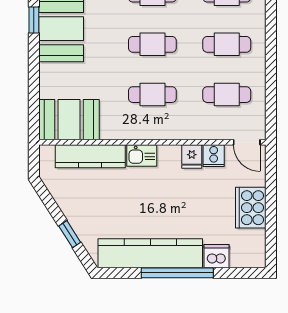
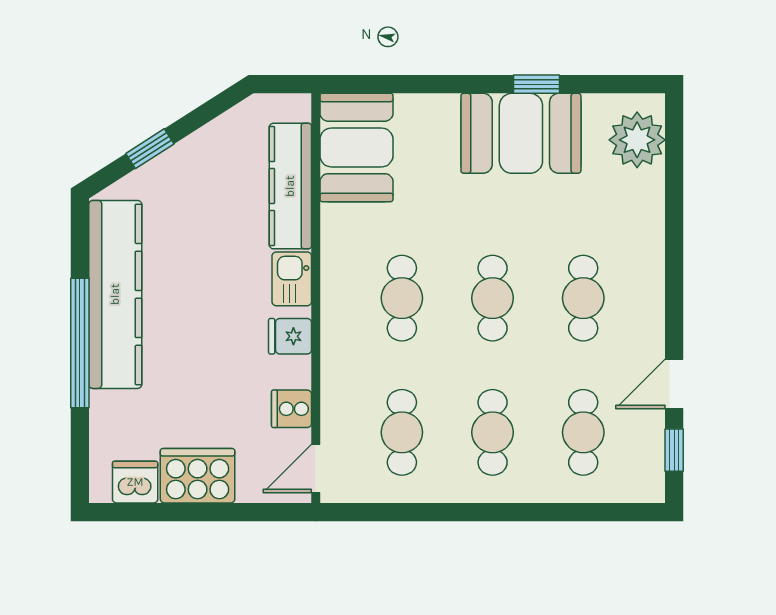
fridge: (192, 156) -> (290, 336), moved
dishwasher: (217, 256) -> (135, 482), moved, turned -90

